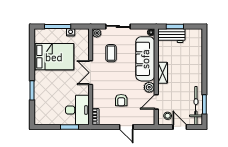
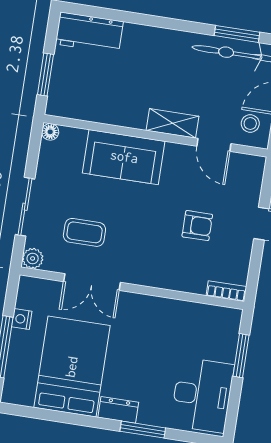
workbench: (171, 36) -> (89, 33), moved, turned 90
sofa: (145, 59) -> (124, 157), width x0.73
double door: (91, 73) -> (92, 282), moved
shelving: (163, 73) -> (172, 123), moved
dresser: (39, 79) -> (118, 410), added
plant: (149, 87) -> (177, 156), removed
desk: (77, 110) -> (202, 395), moved, turned 90

